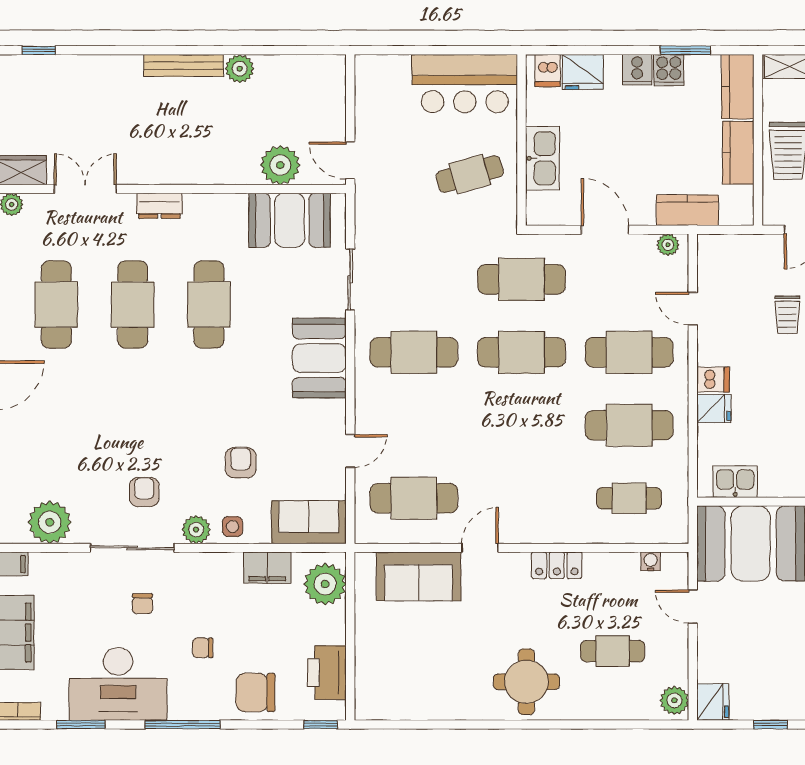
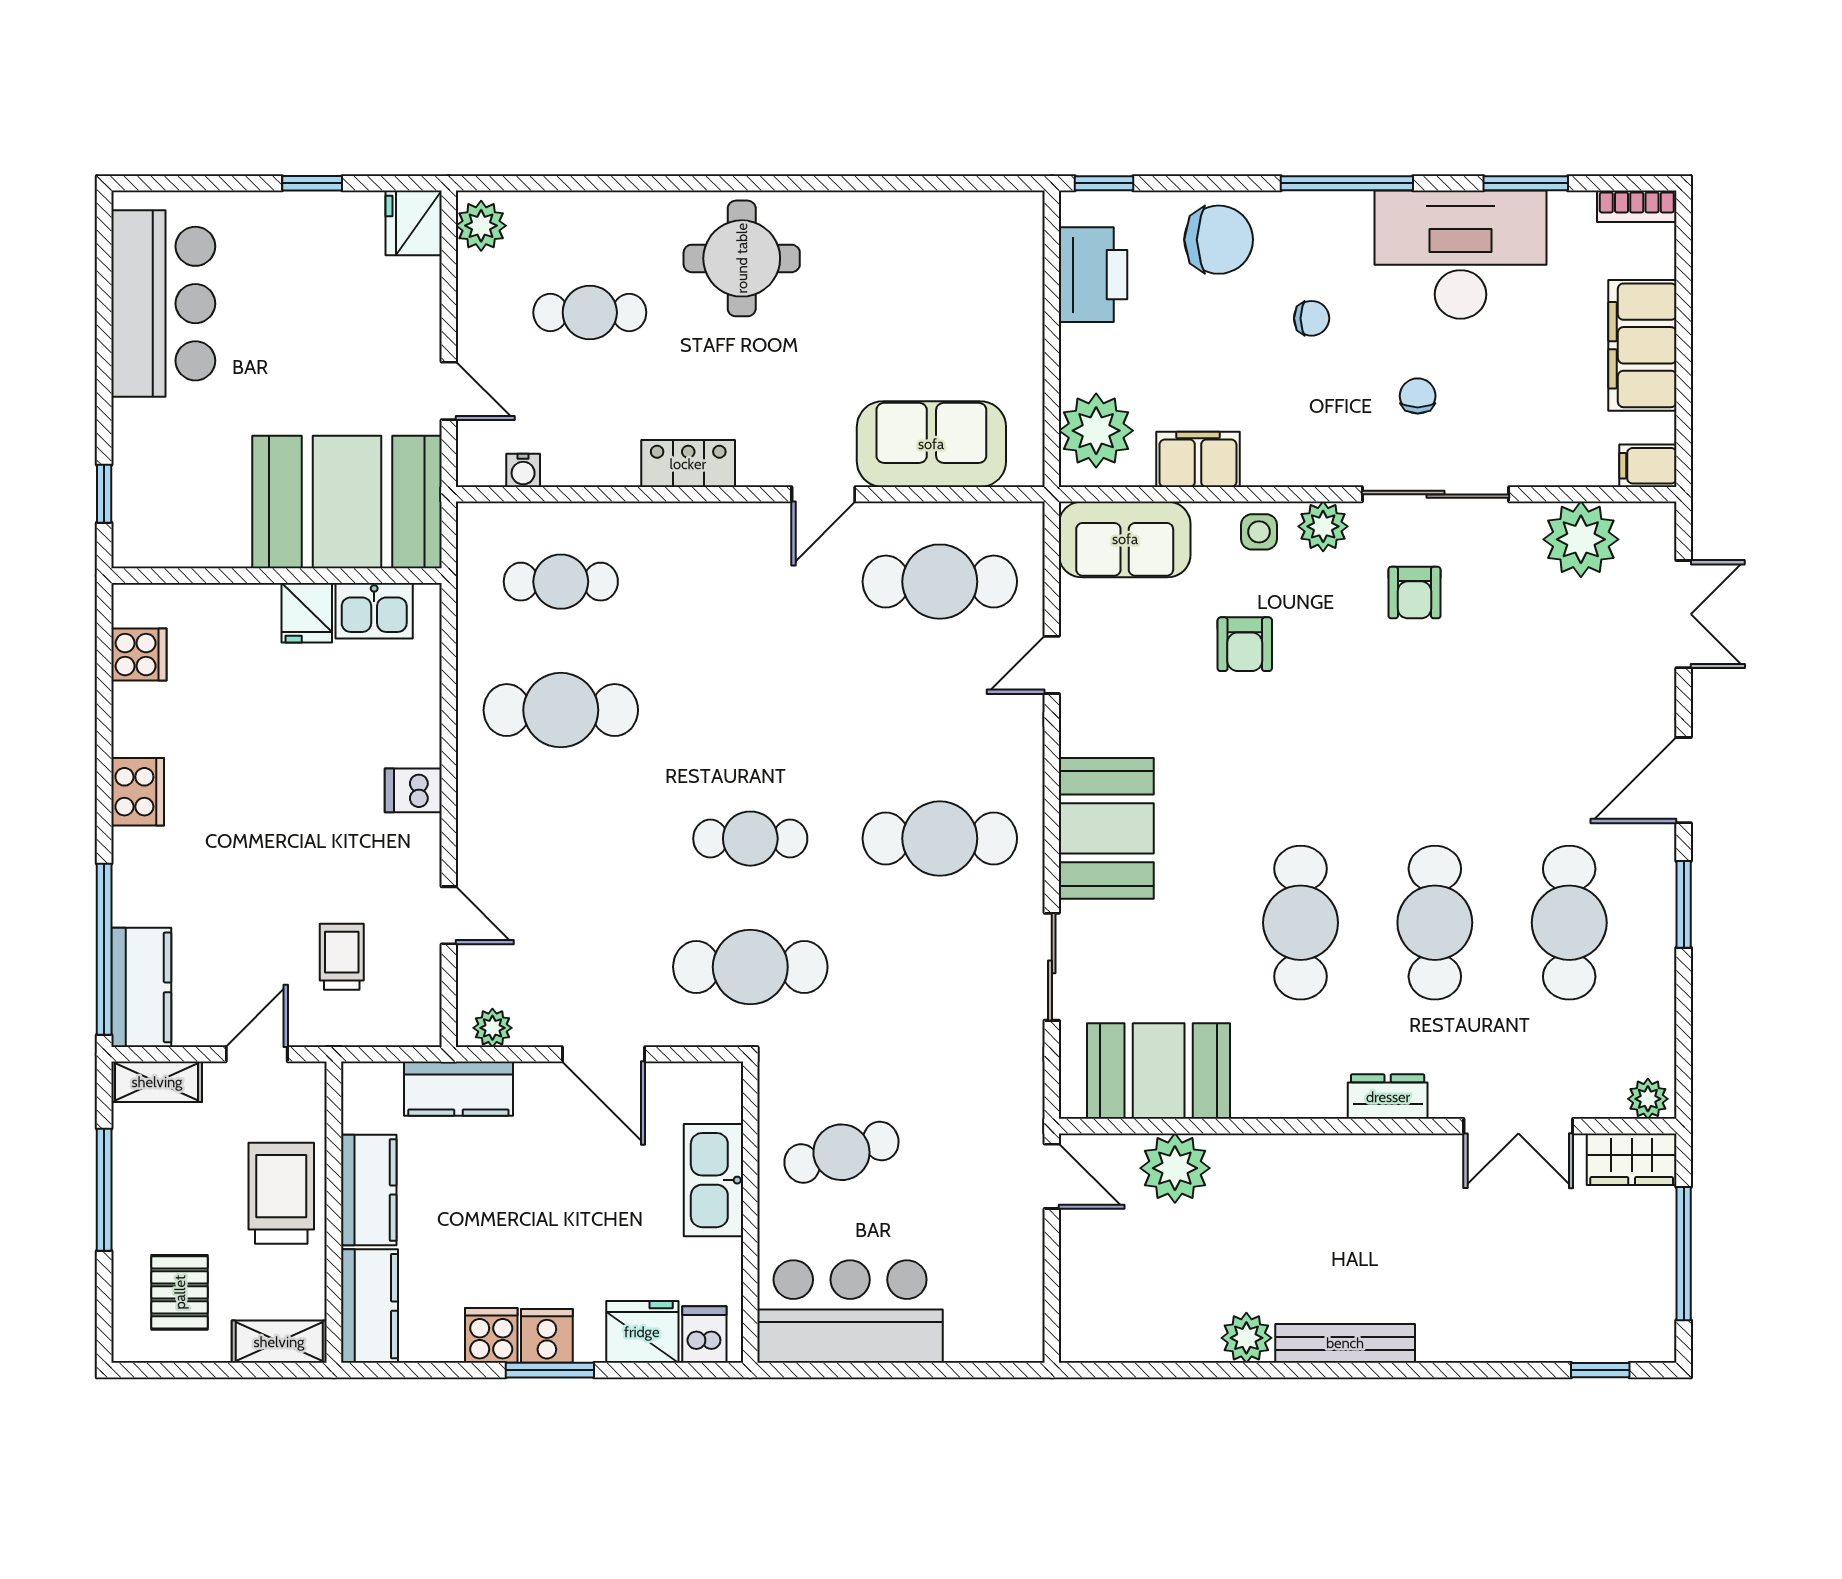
window: (686, 50) -> (550, 1370), moved
trolley: (787, 315) -> (342, 957), moved
cafe table: (522, 352) -> (750, 839), width x0.73, depth x0.74
cafe table: (629, 352) -> (561, 839), removed
fridge: (714, 409) -> (307, 613), moved, turned -90

